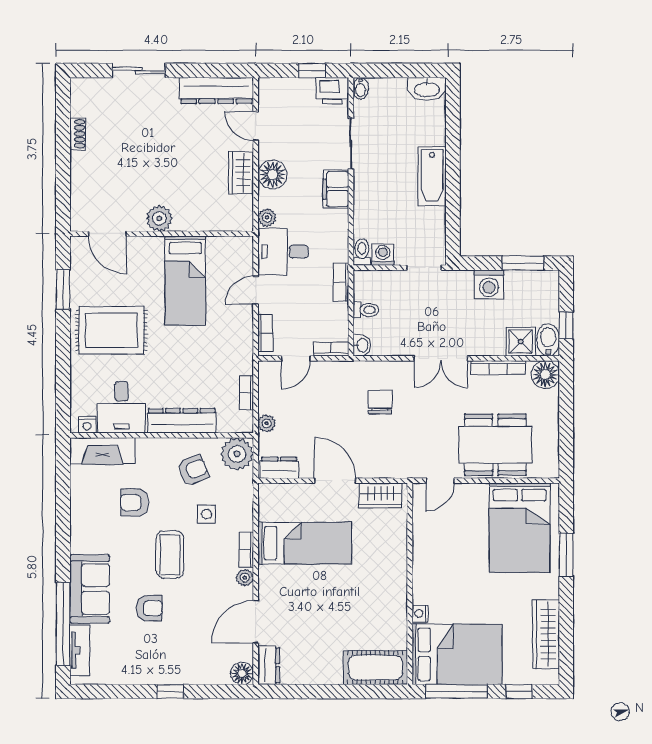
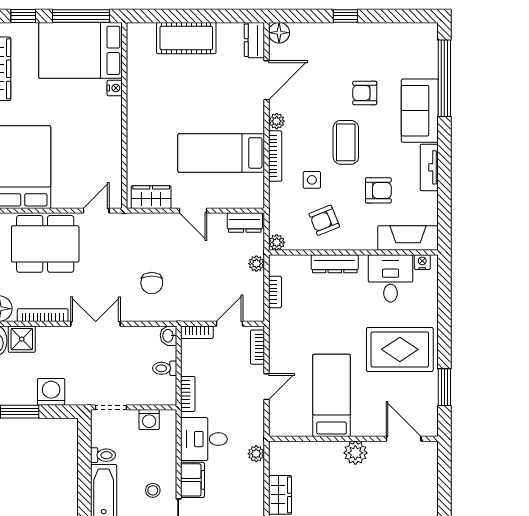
floor lamp: (272, 175) -> (251, 493), removed
stool: (379, 178) -> (153, 490), added
desk: (283, 252) -> (204, 439), moved, turned 180
toilet: (362, 252) -> (103, 455), moved, turned -90
dresser: (182, 421) -> (335, 264), width x0.73, depth x0.80
plant: (237, 454) -> (277, 242), width x0.53, depth x0.53
door: (335, 481) -> (193, 211), width x0.73
bookcase: (246, 550) -> (275, 156), width x1.56
tv unit: (79, 650) -> (429, 167), moved
cot: (375, 668) -> (186, 38), moved

